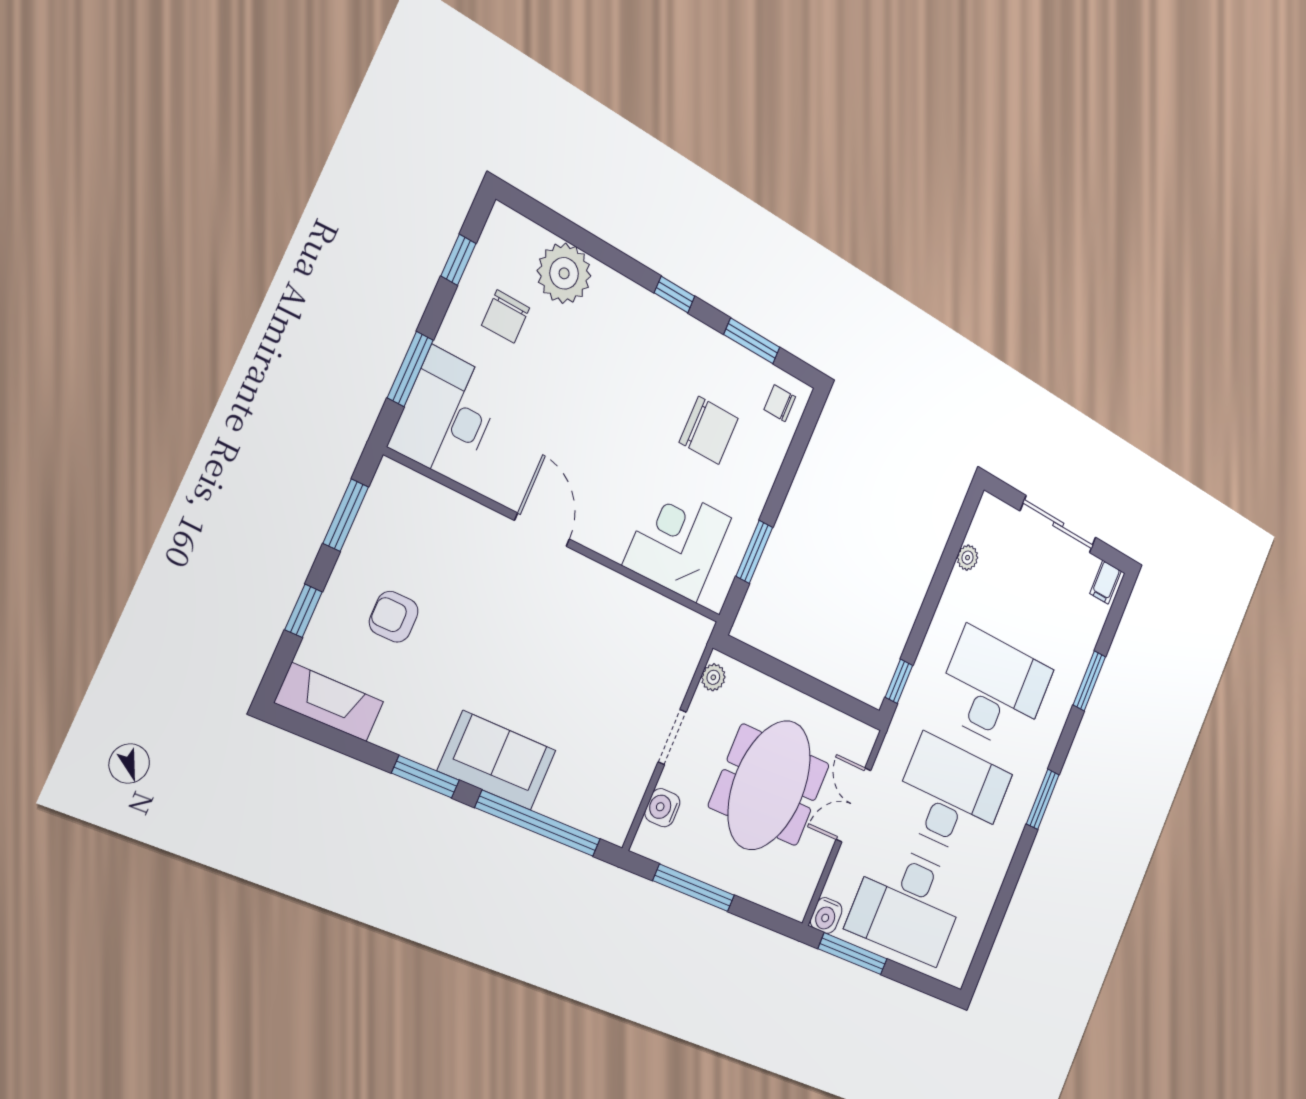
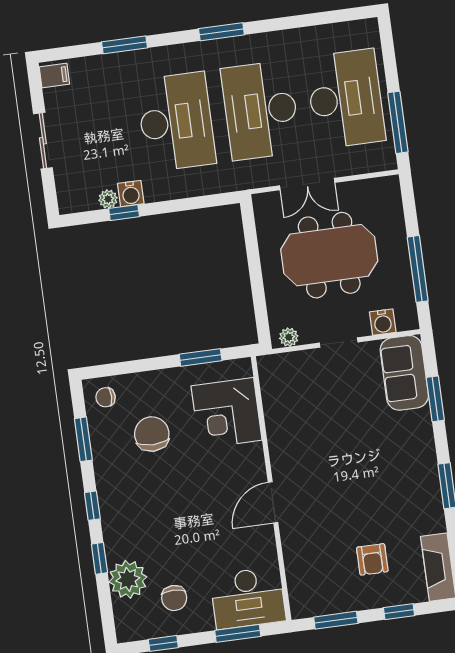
window: (610, 256) -> (99, 558), added
chair: (506, 317) -> (174, 598), turned 90
chair: (780, 403) -> (106, 397), turned 90
sliding door: (1058, 524) -> (43, 141), width x0.73
window: (899, 681) -> (124, 213), moved
desk: (994, 690) -> (176, 122), turned 180
sofa: (497, 761) -> (404, 373), moved
window: (538, 824) -> (435, 399), width x0.47
water cooler: (826, 915) -> (131, 194), moved, turned 90

